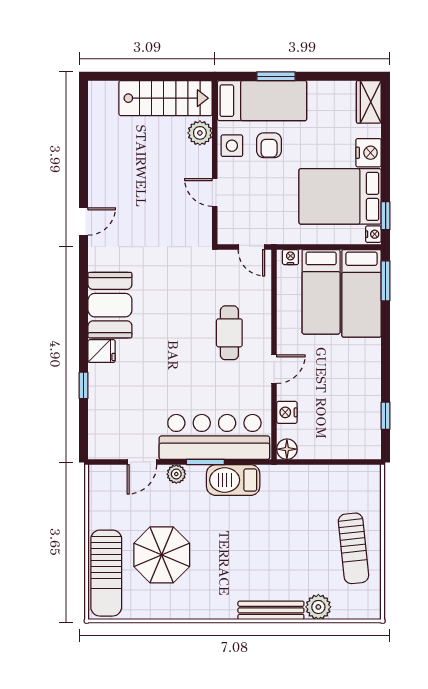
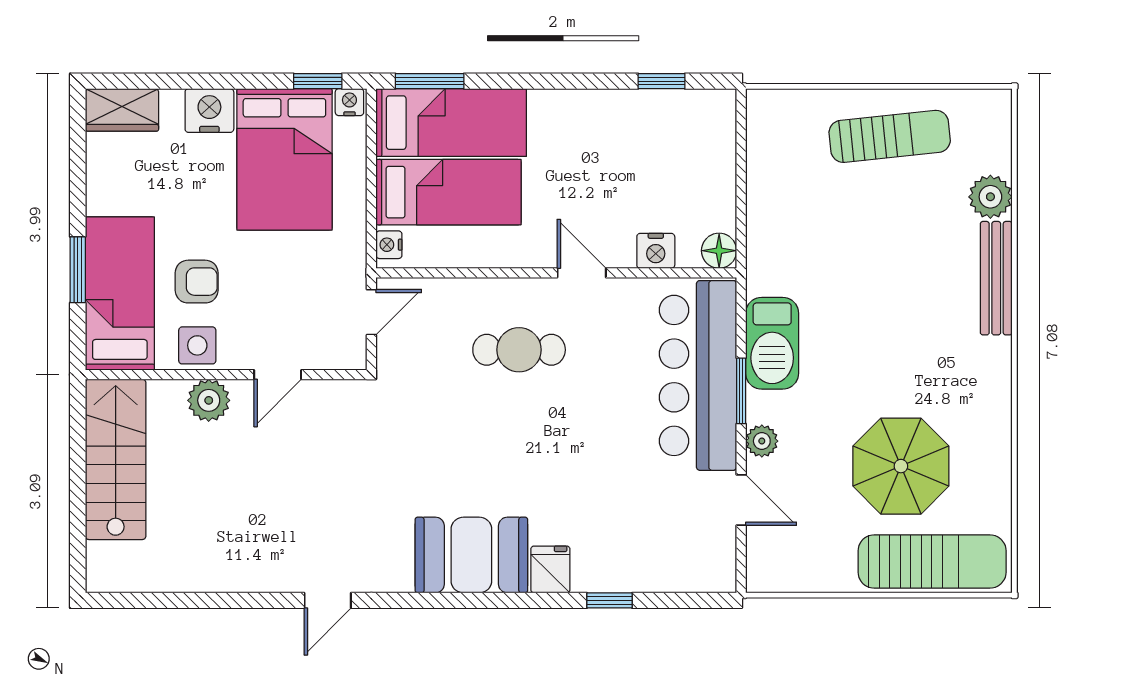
plant: (200, 133) -> (209, 400), moved
door: (84, 222) -> (328, 600), swing flipped

